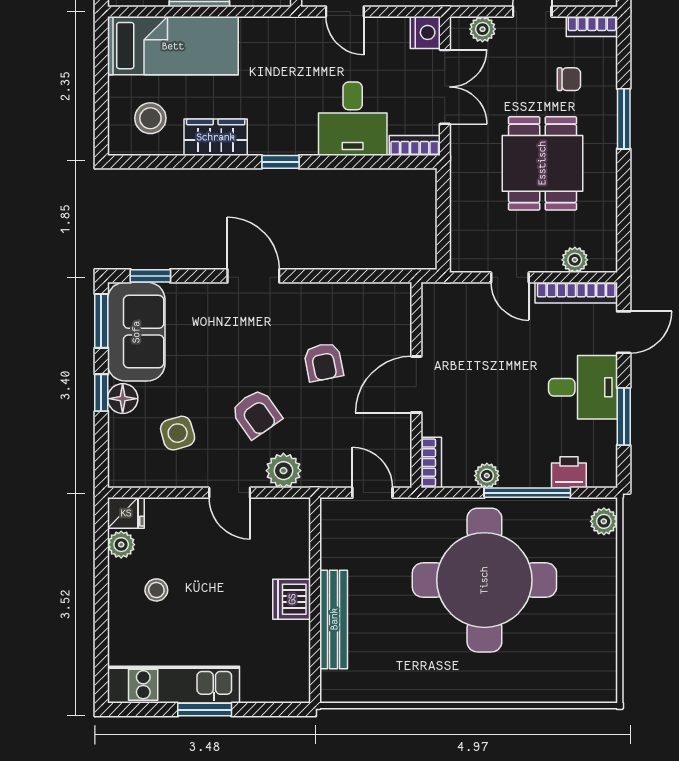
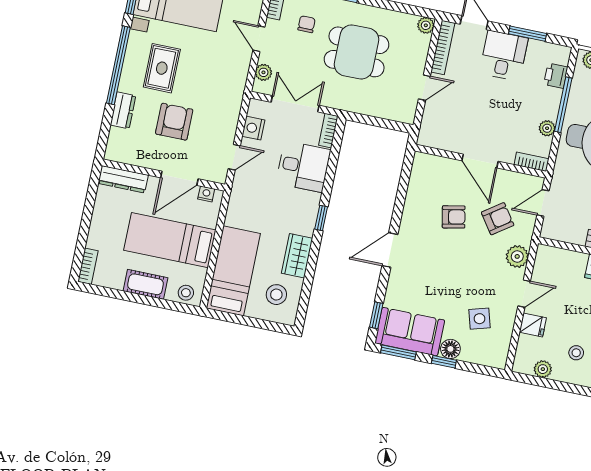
nightstand: (425, 32) -> (253, 128), moved, turned -90
plant: (575, 260) -> (426, 25), moved
armchair: (256, 414) -> (498, 219), moved
fridge: (126, 513) -> (533, 325), moved, turned 90

